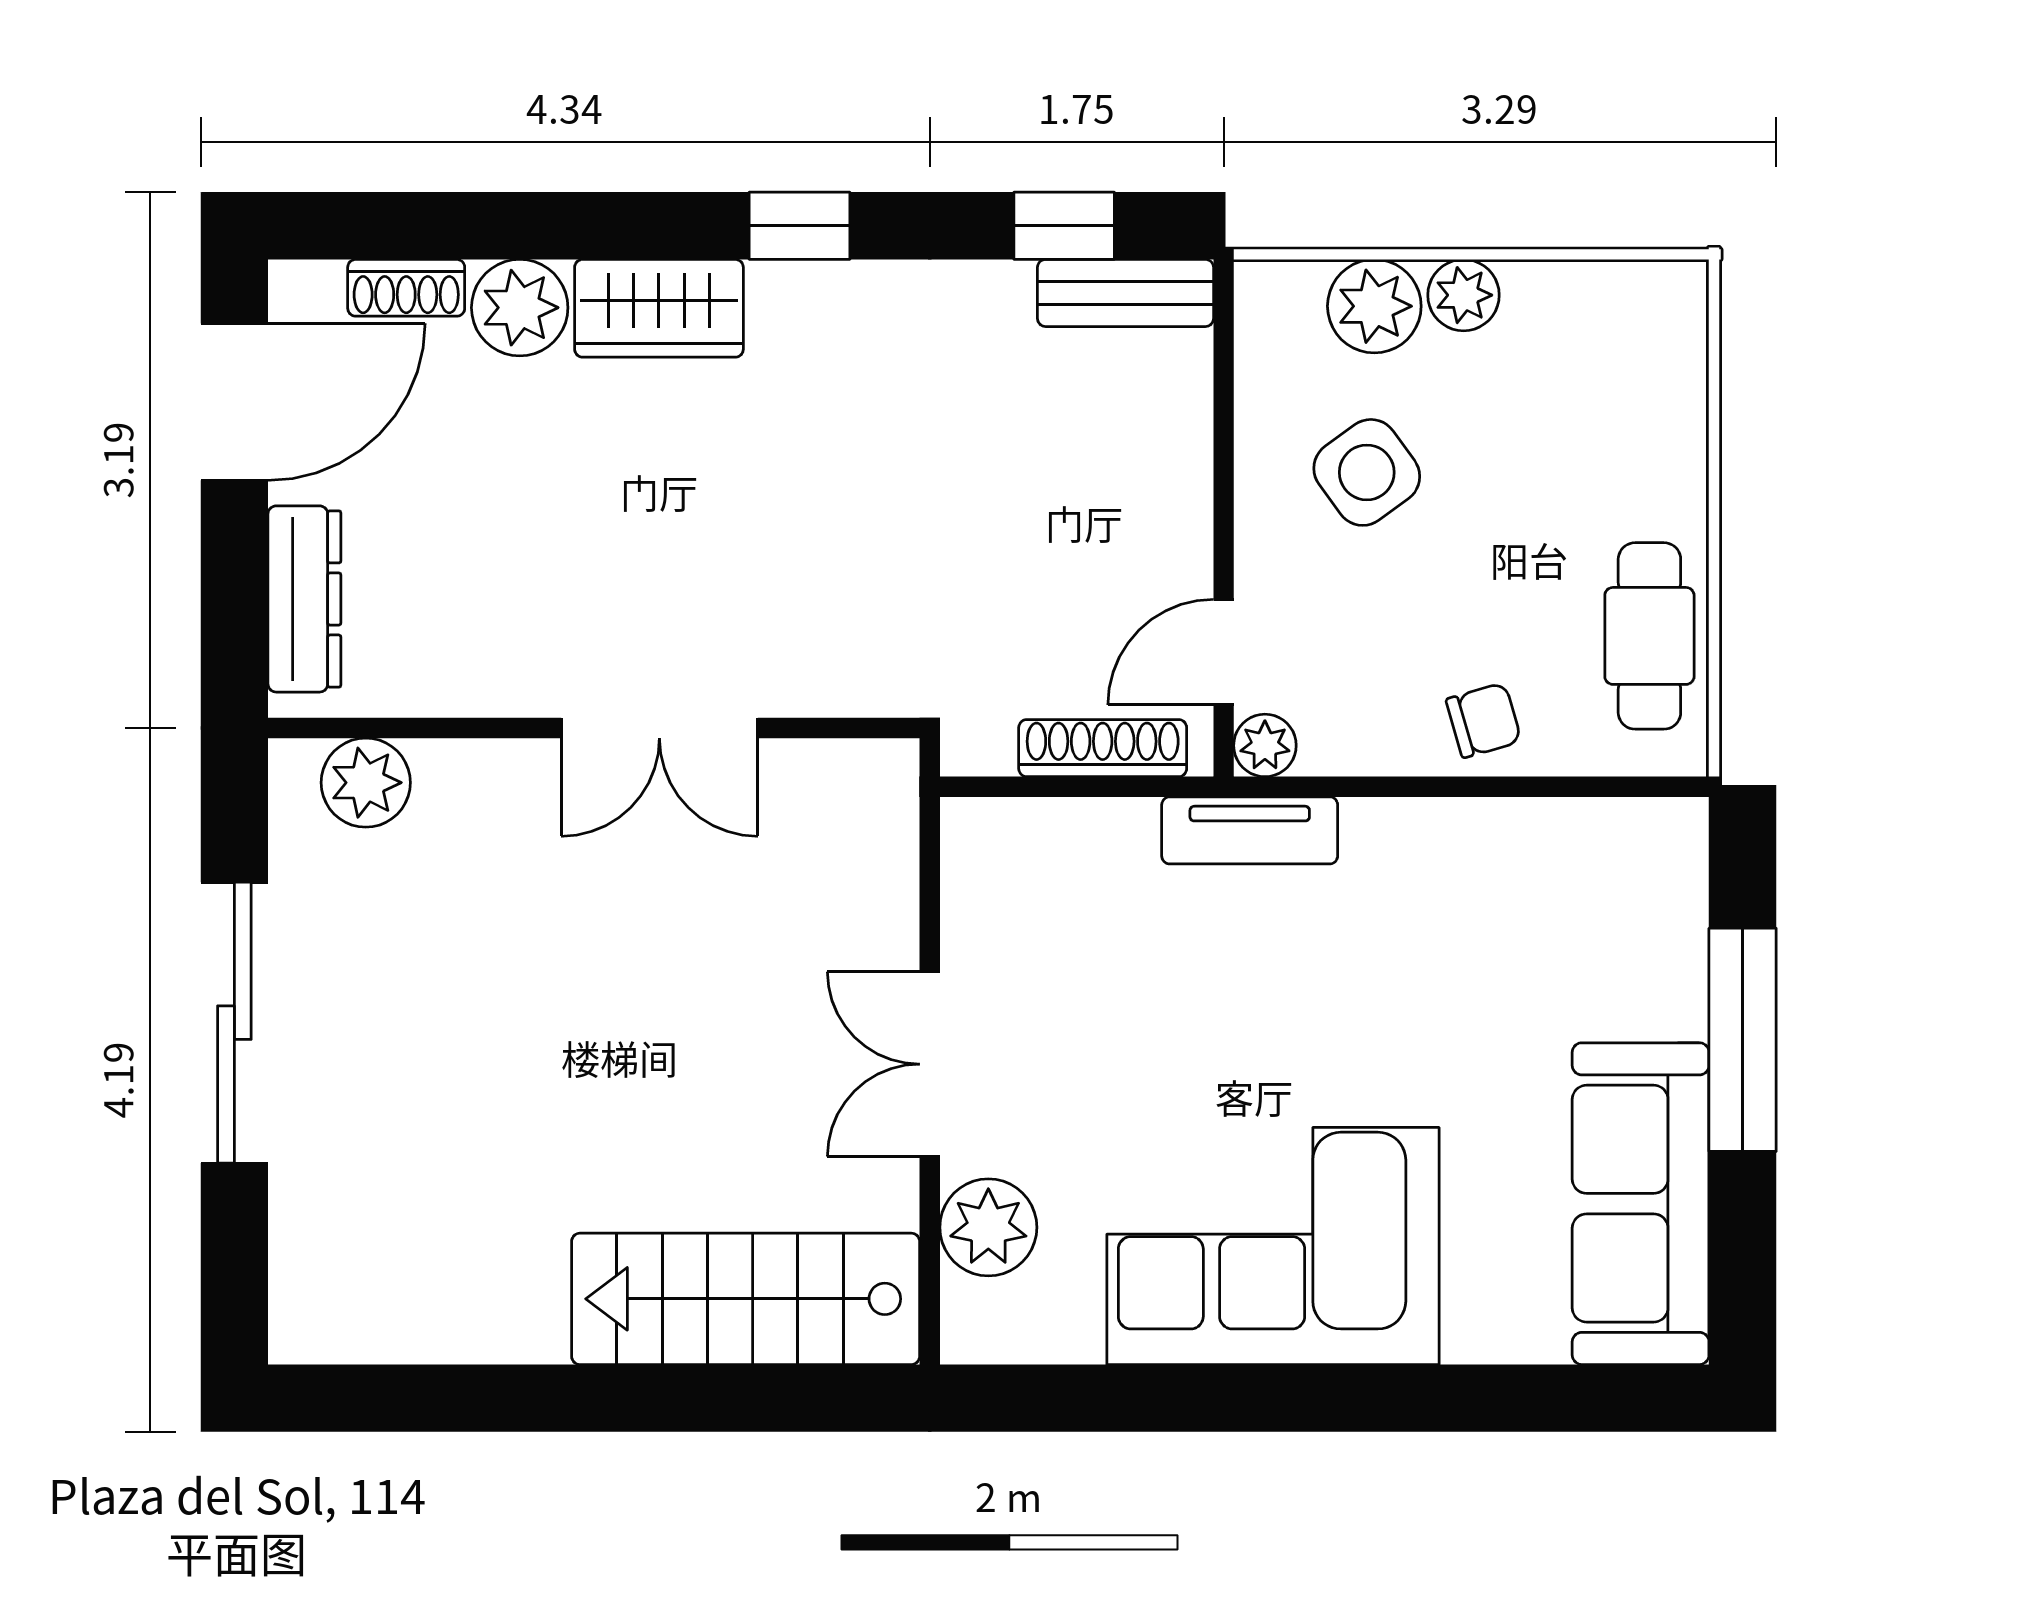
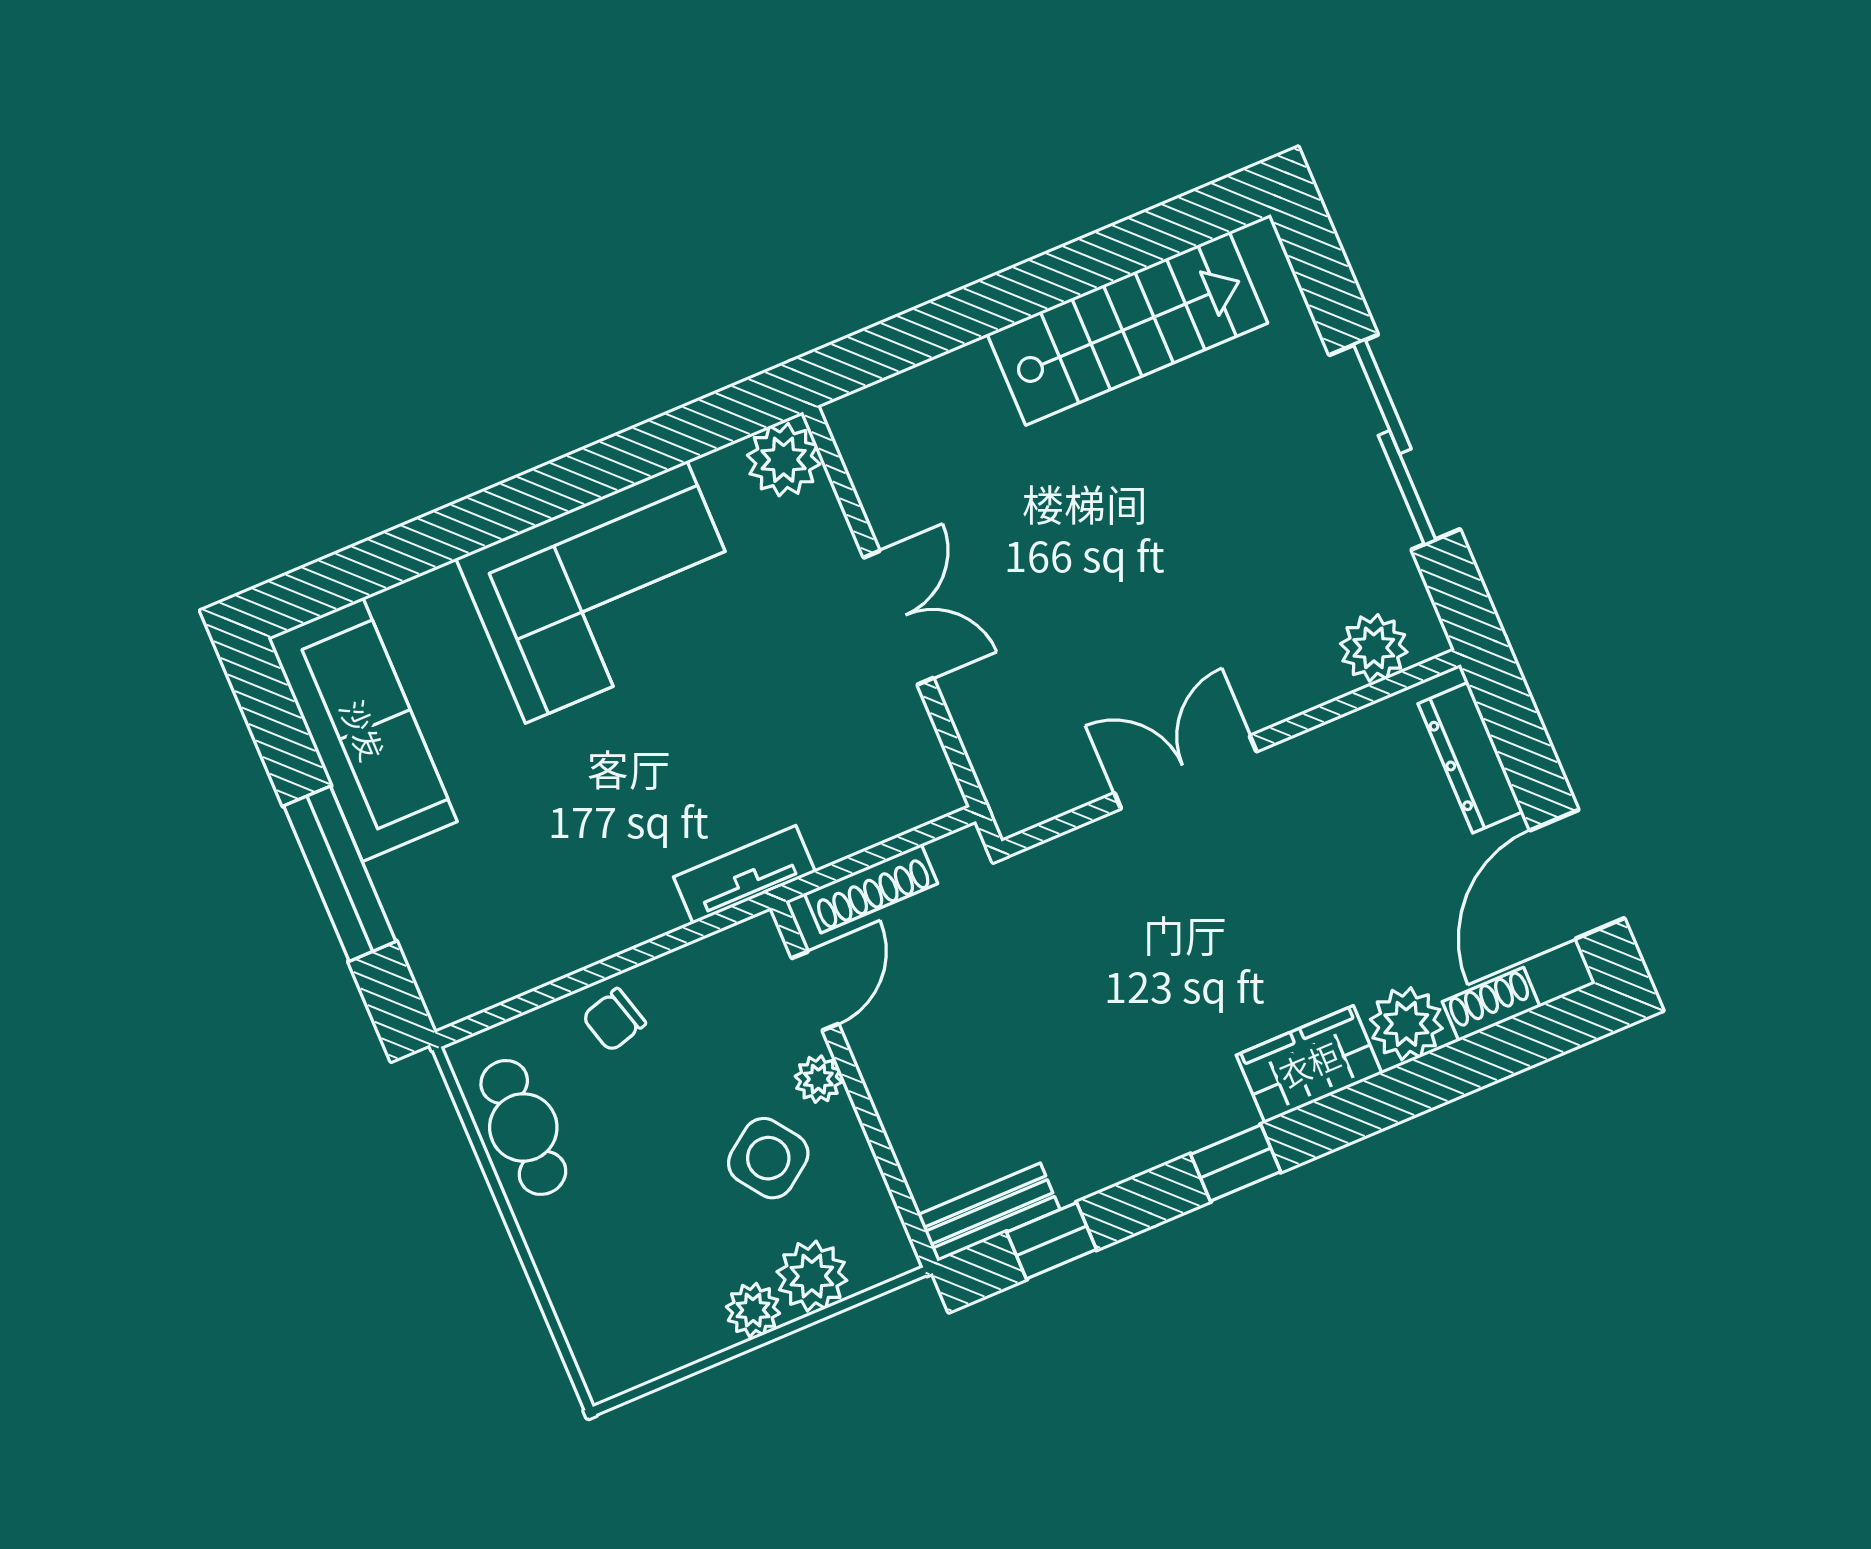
plant: (1265, 745) -> (818, 1079), moved
plant: (988, 1227) -> (784, 460), moved
stairs: (746, 1299) -> (1127, 328), moved

